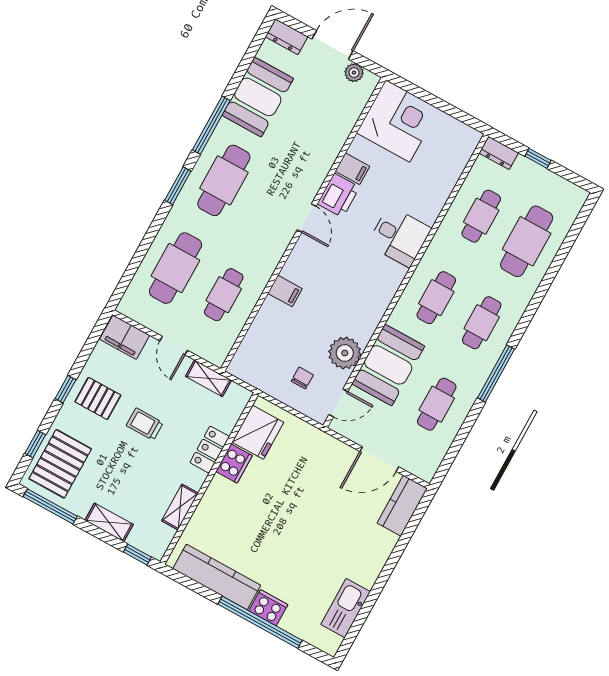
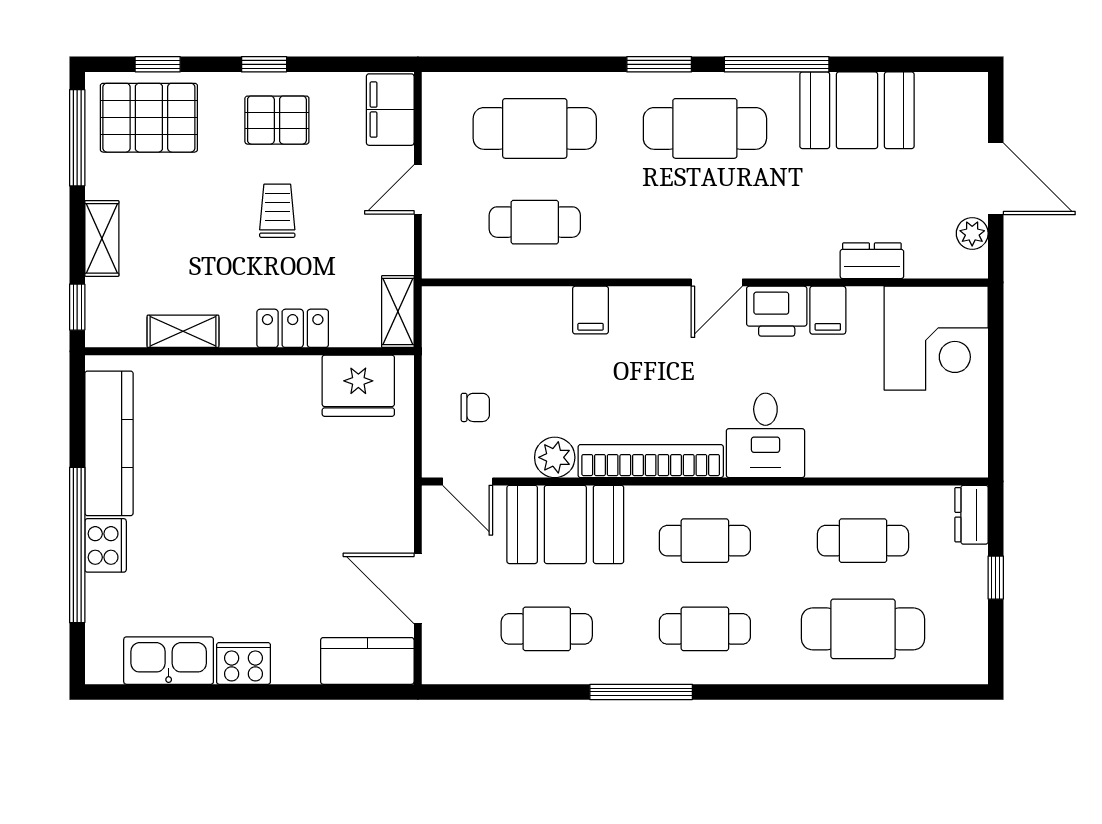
dresser: (287, 37) -> (872, 261), moved, turned 90
bookcase: (380, 303) -> (651, 461), added
plant: (345, 353) -> (555, 457), width x0.73, depth x0.73
shelving: (208, 378) -> (398, 312), moved
pallet: (98, 398) -> (277, 120), turned 90
cooker: (234, 463) -> (243, 663), moved, turned 180

